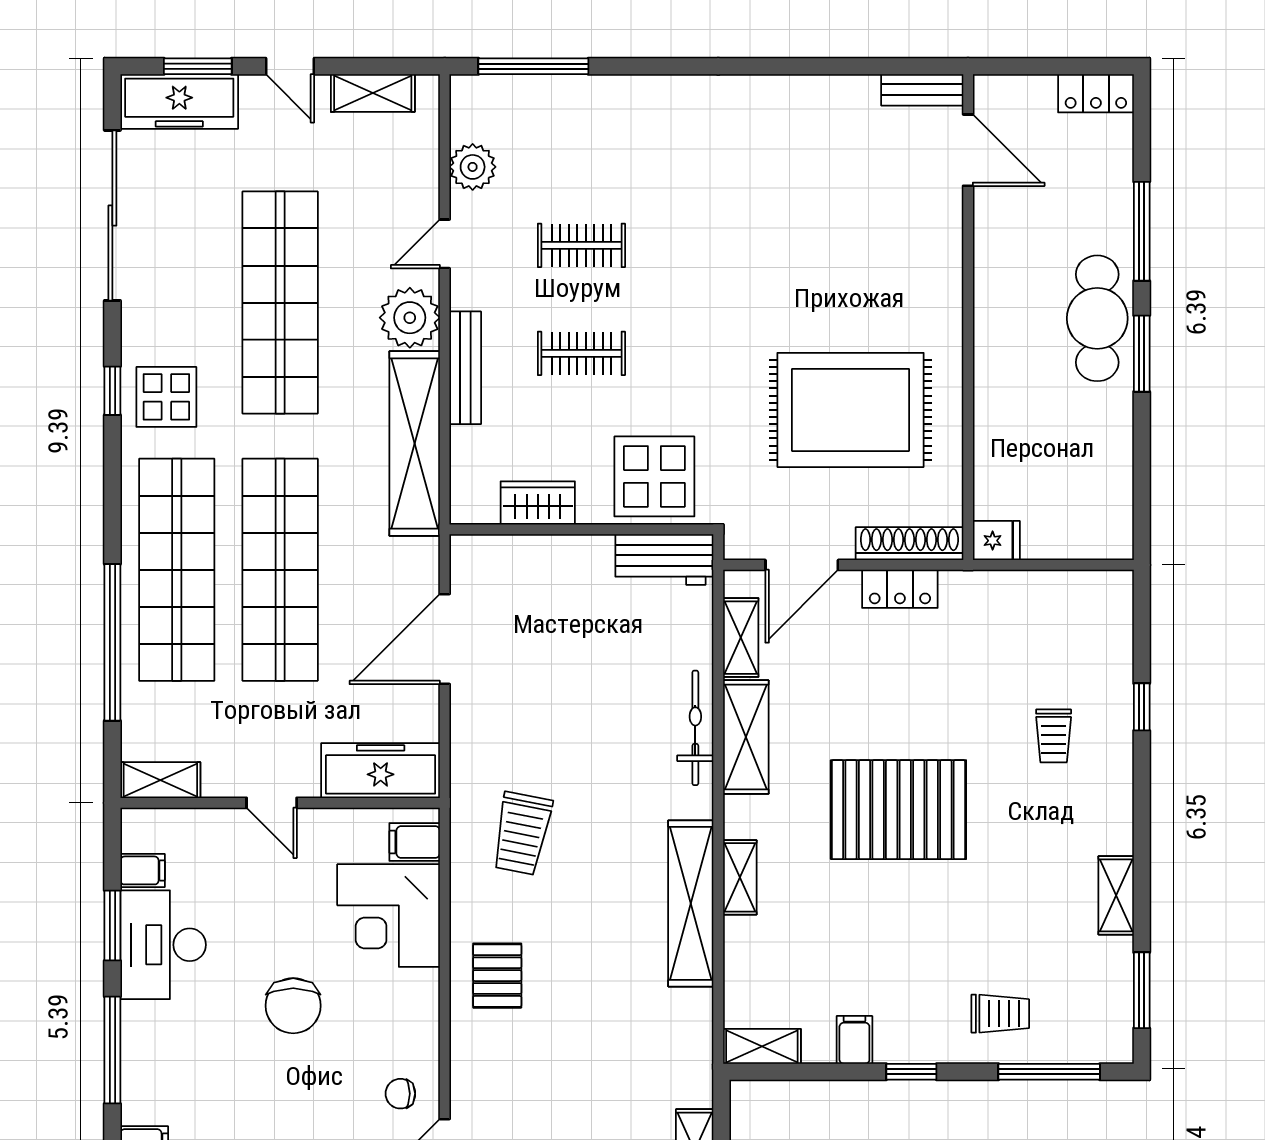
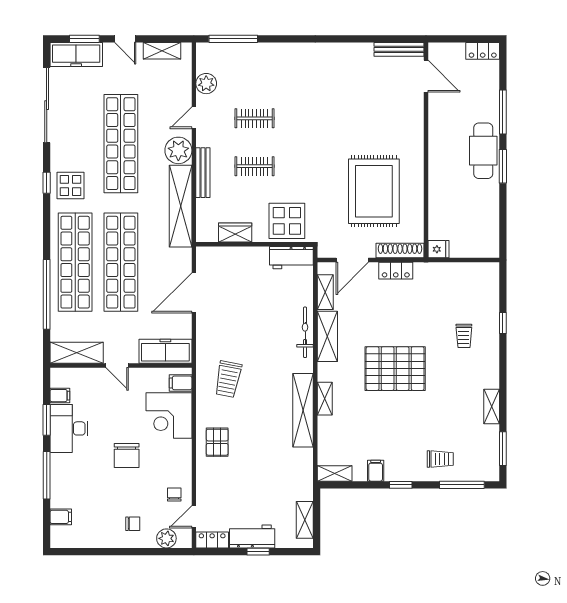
bench: (922, 90) -> (399, 49), width x1.36
rug: (851, 410) -> (374, 191), turned 90
shelving: (160, 780) -> (77, 353), width x1.50, depth x1.33
chair: (400, 1094) -> (174, 495), turned 90

